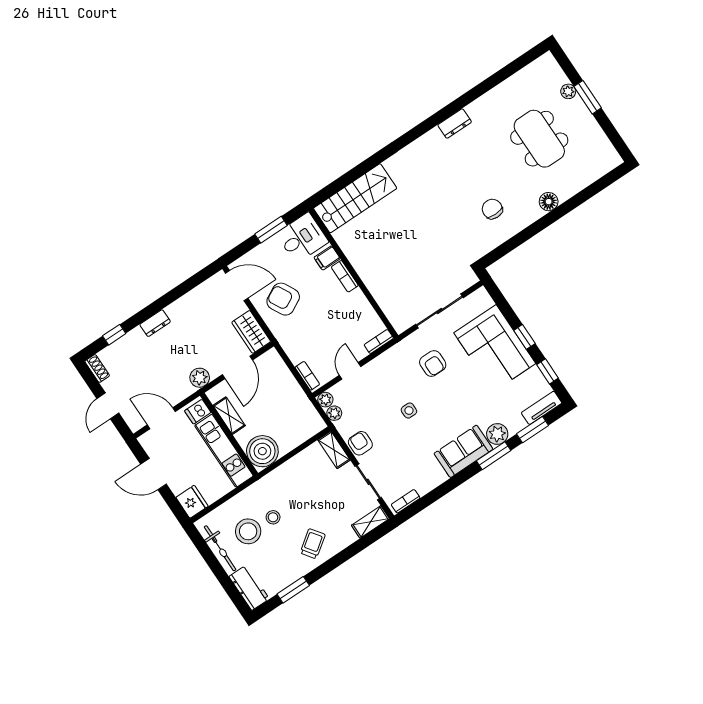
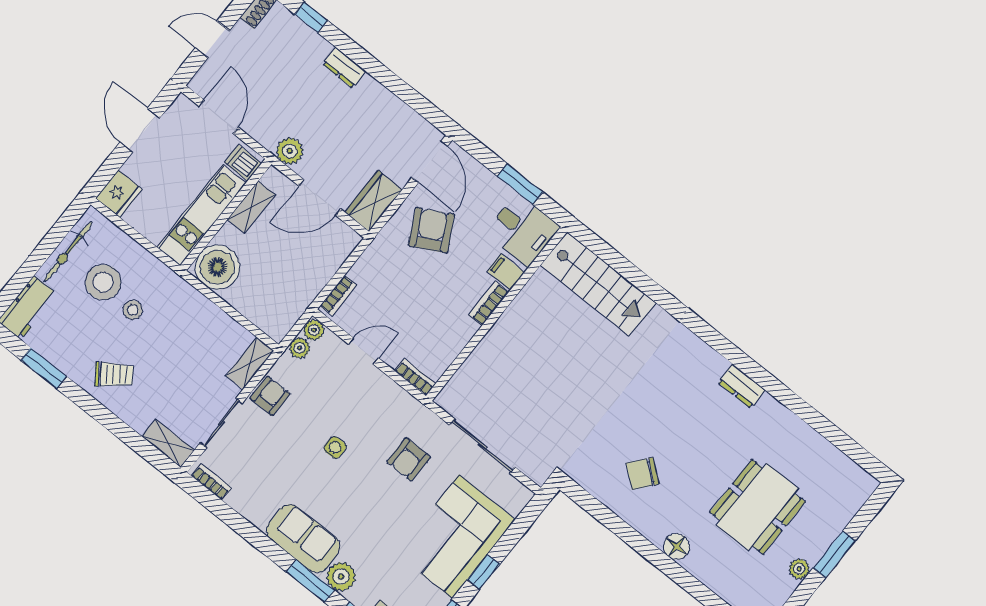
plant: (568, 91) -> (799, 569), moved
chair: (492, 209) -> (642, 474), turned -141

